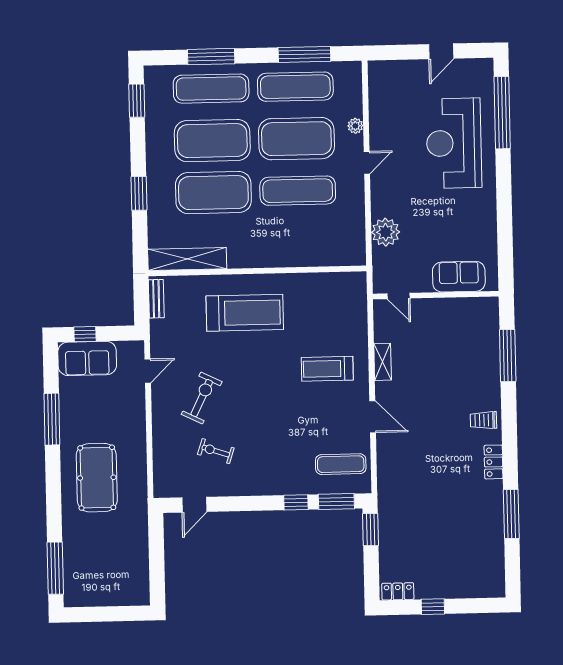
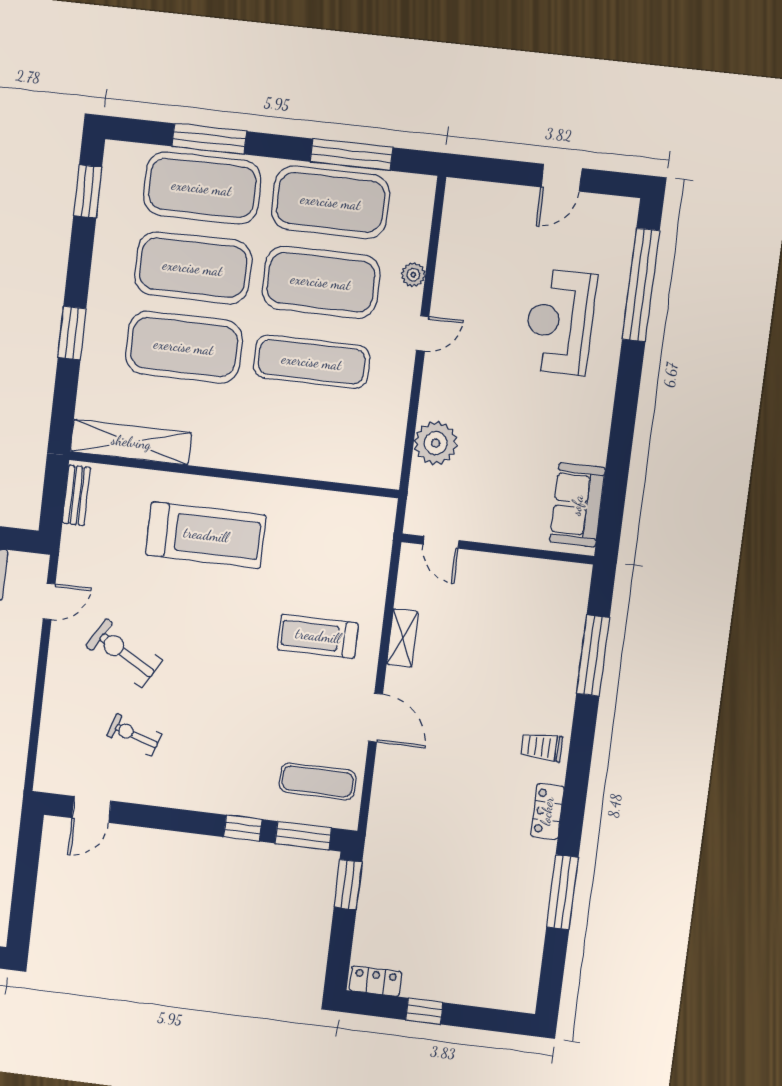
exercise mat: (295, 87) -> (331, 202), width x1.47
exercise mat: (211, 89) -> (202, 188), width x1.47
reception desk: (454, 143) -> (560, 322), width x0.74, depth x0.77
sofa: (459, 277) -> (577, 505), moved, turned -90
exercise bike: (202, 398) -> (124, 653), turned -86

